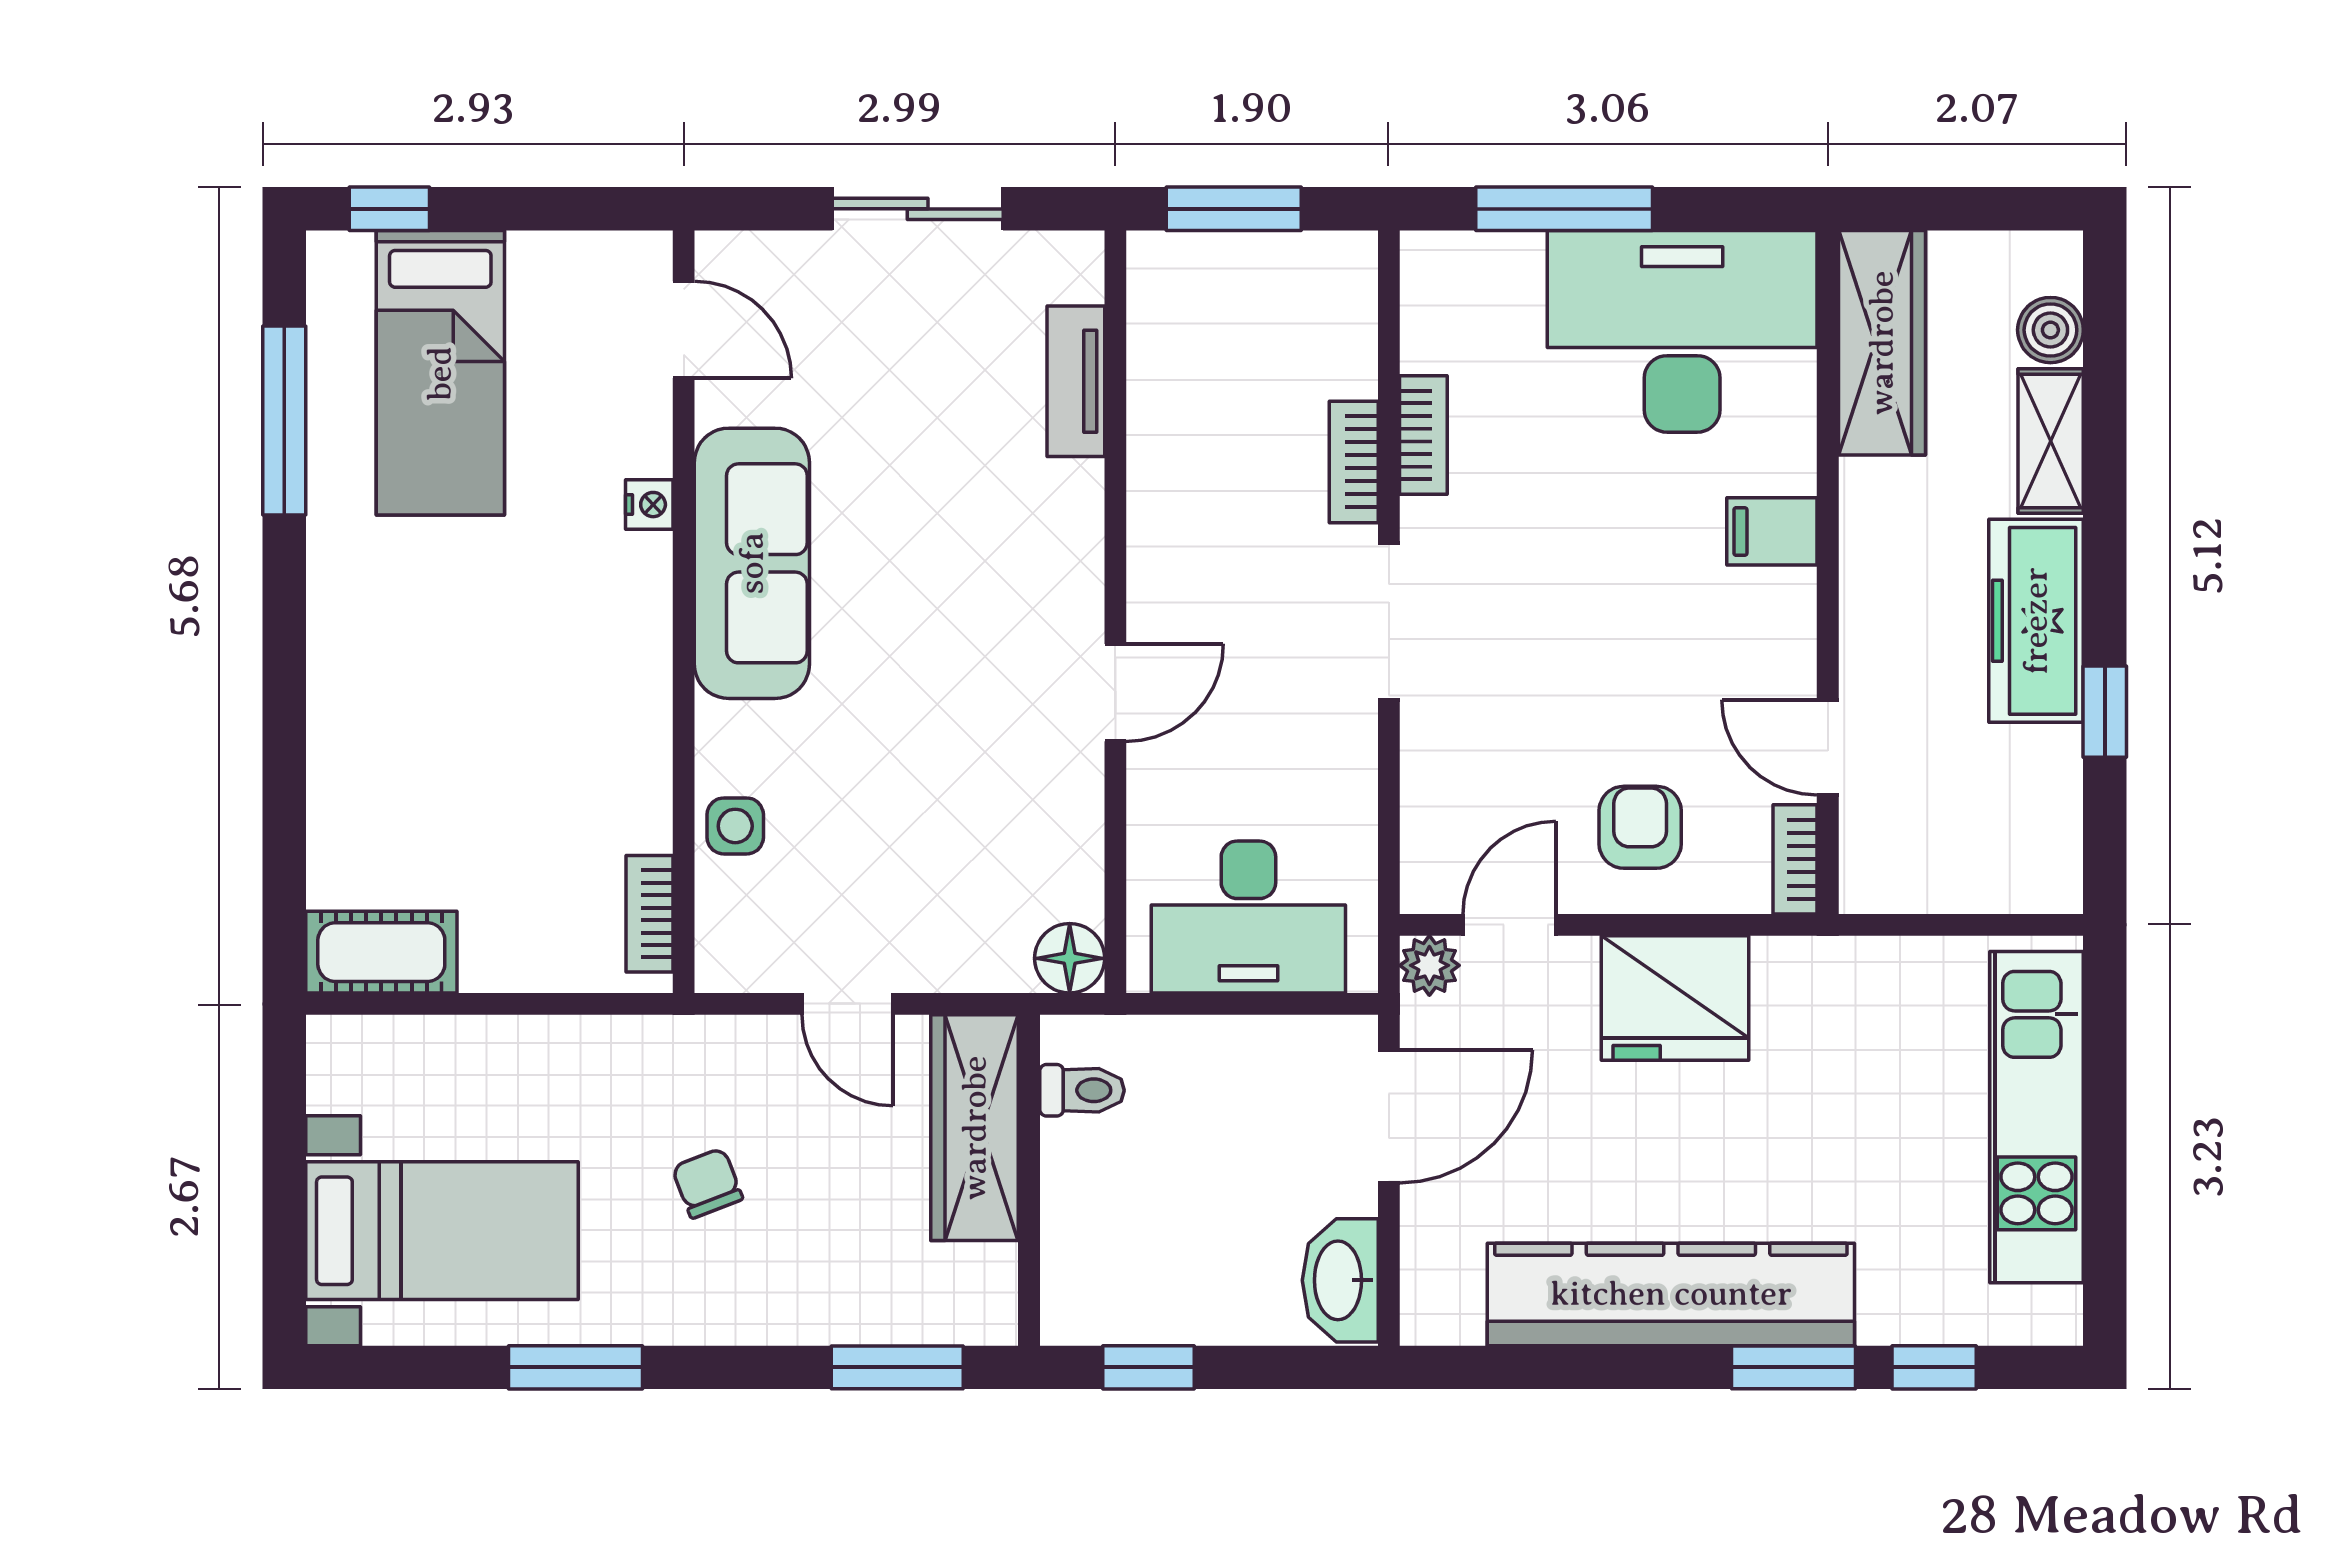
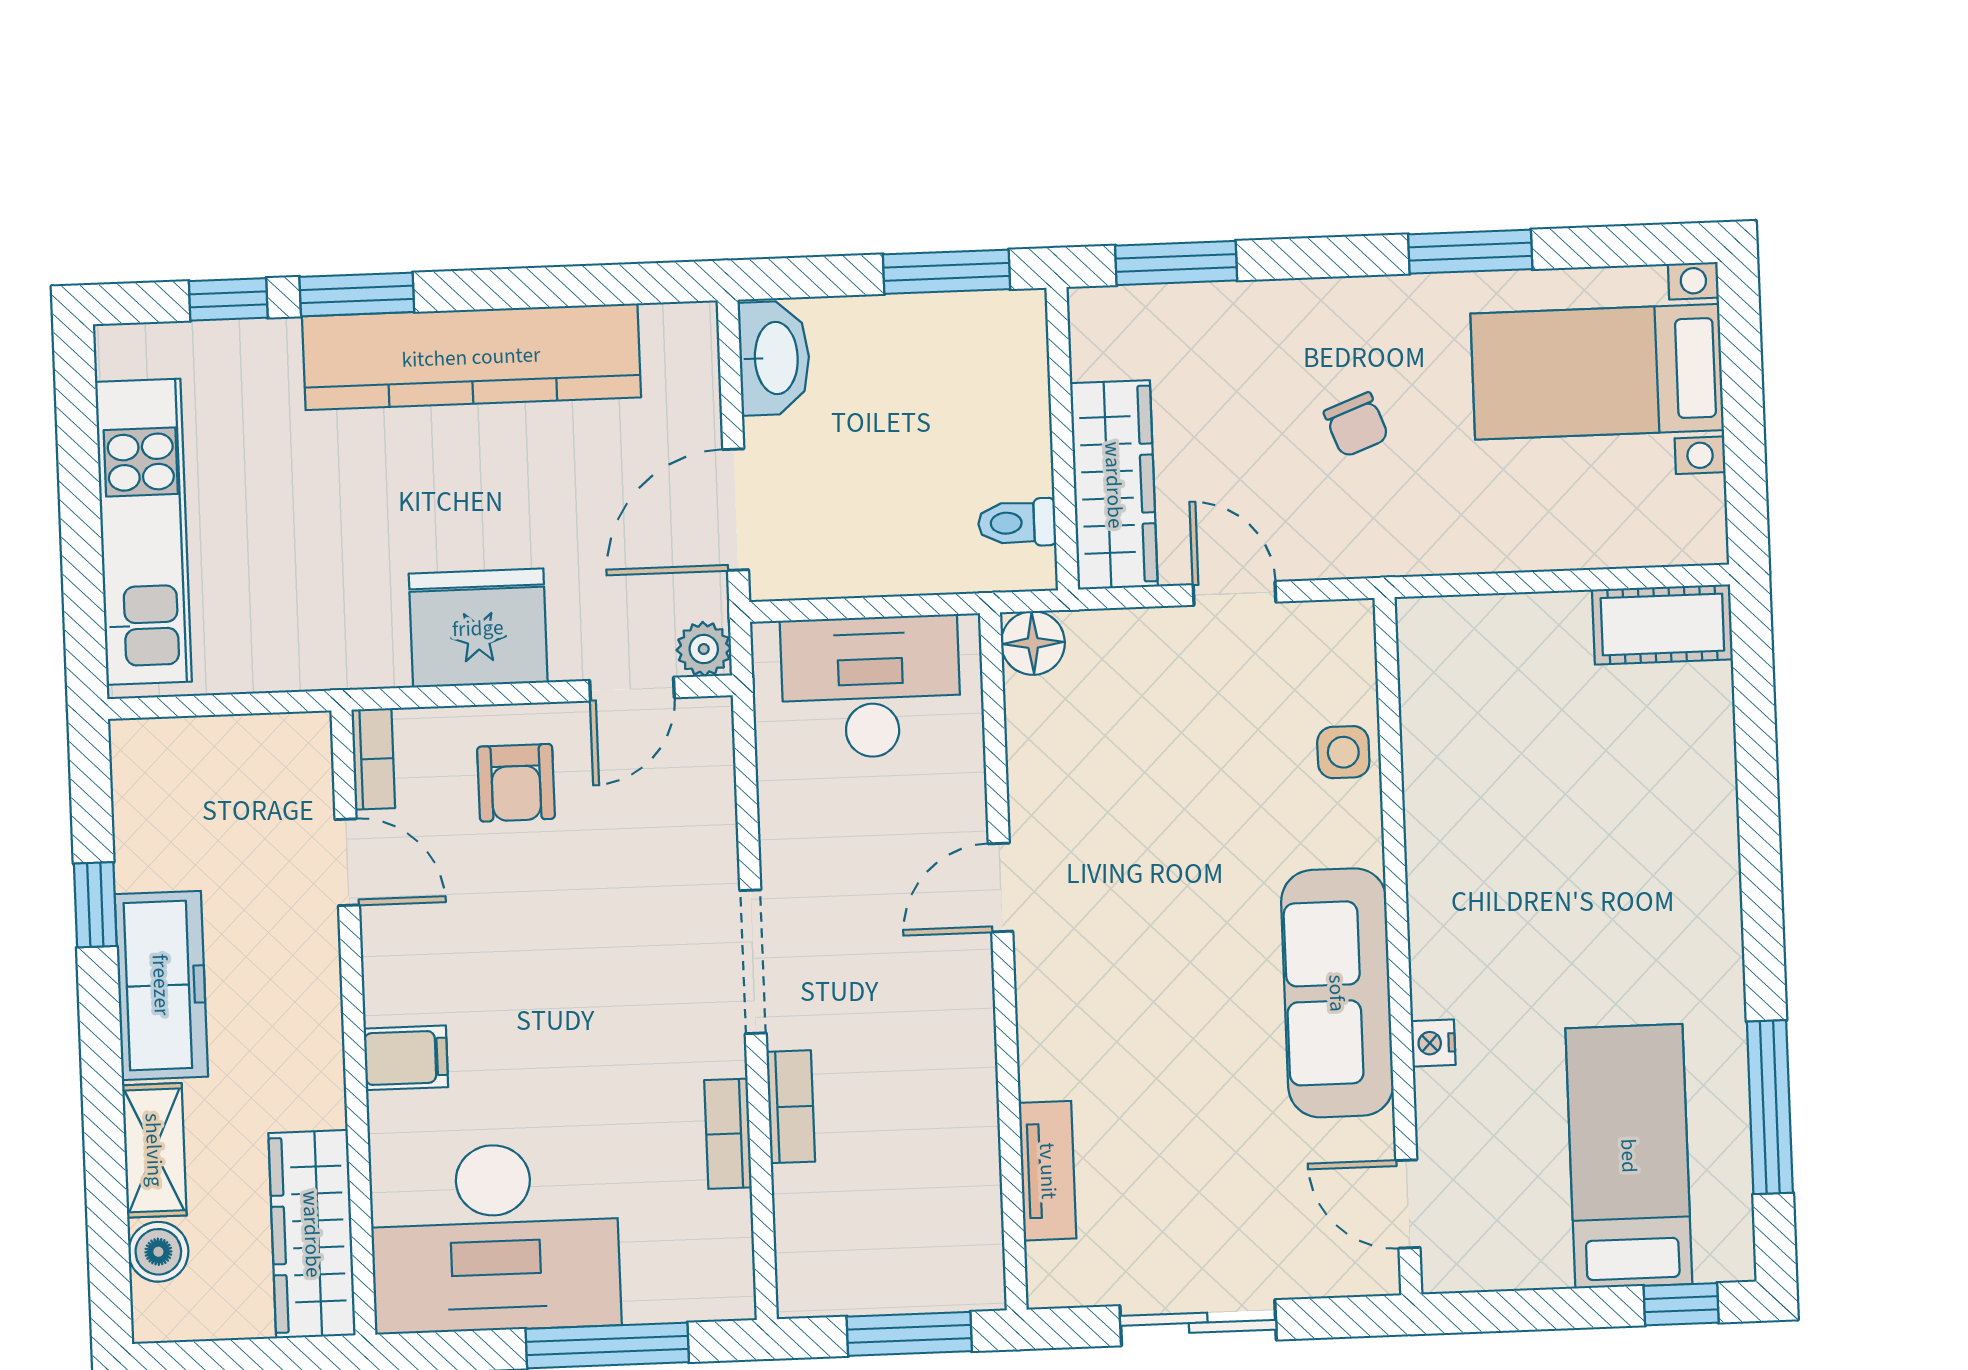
bookcase: (649, 914) -> (1419, 669), removed
window: (1149, 1367) -> (946, 272), width x1.50

